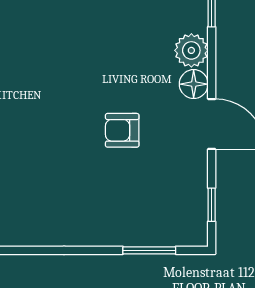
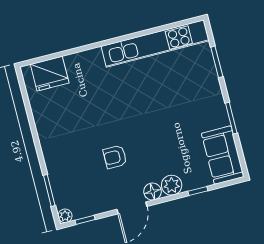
armchair: (122, 130) -> (115, 157), turned -90
plant: (197, 235) -> (65, 216), added

